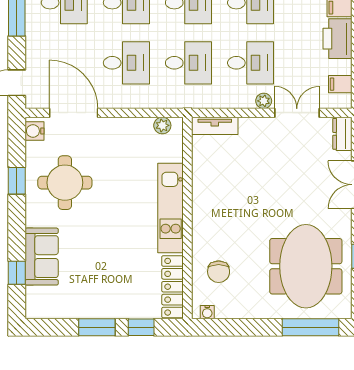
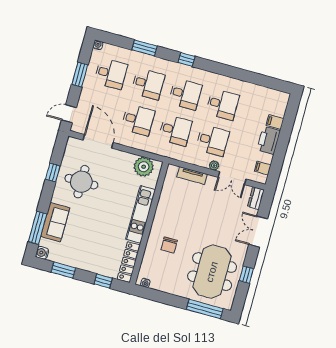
double door: (297, 113) -> (232, 178), swing flipped
plant: (162, 125) -> (144, 167), width x1.88, depth x1.88
tv unit: (215, 126) -> (192, 176), moved
water cooler: (34, 131) -> (42, 253), moved
chair: (219, 272) -> (169, 245), moved
window: (17, 273) -> (38, 228), width x2.17
window: (97, 327) -> (63, 270), moved

